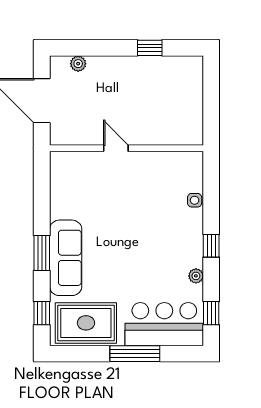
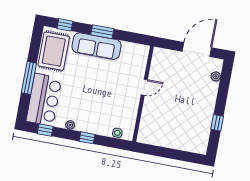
door: (116, 148) -> (144, 87), moved
wall: (126, 148) -> (143, 94), moved

